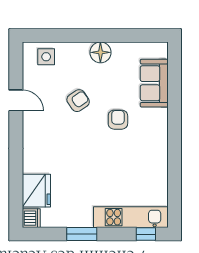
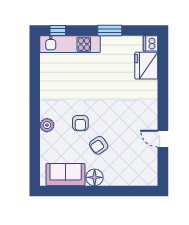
side table: (46, 57) -> (138, 174), removed
sofa: (154, 83) -> (66, 175), moved, turned -90
armchair: (78, 101) -> (99, 145), moved
plant: (159, 117) -> (47, 125), added

